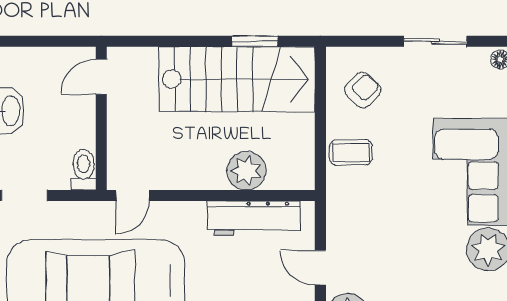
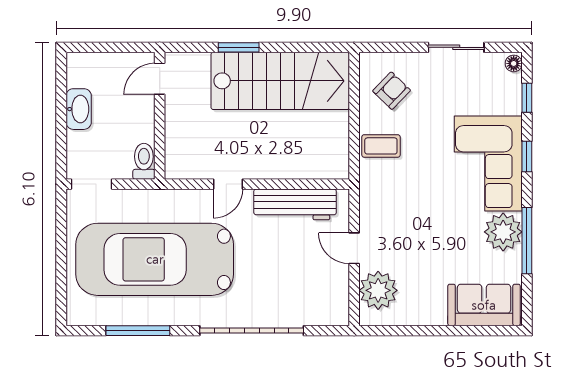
window: (255, 41) -> (239, 47), moved
plant: (246, 171) -> (289, 162), removed
door: (133, 195) -> (228, 184), moved

